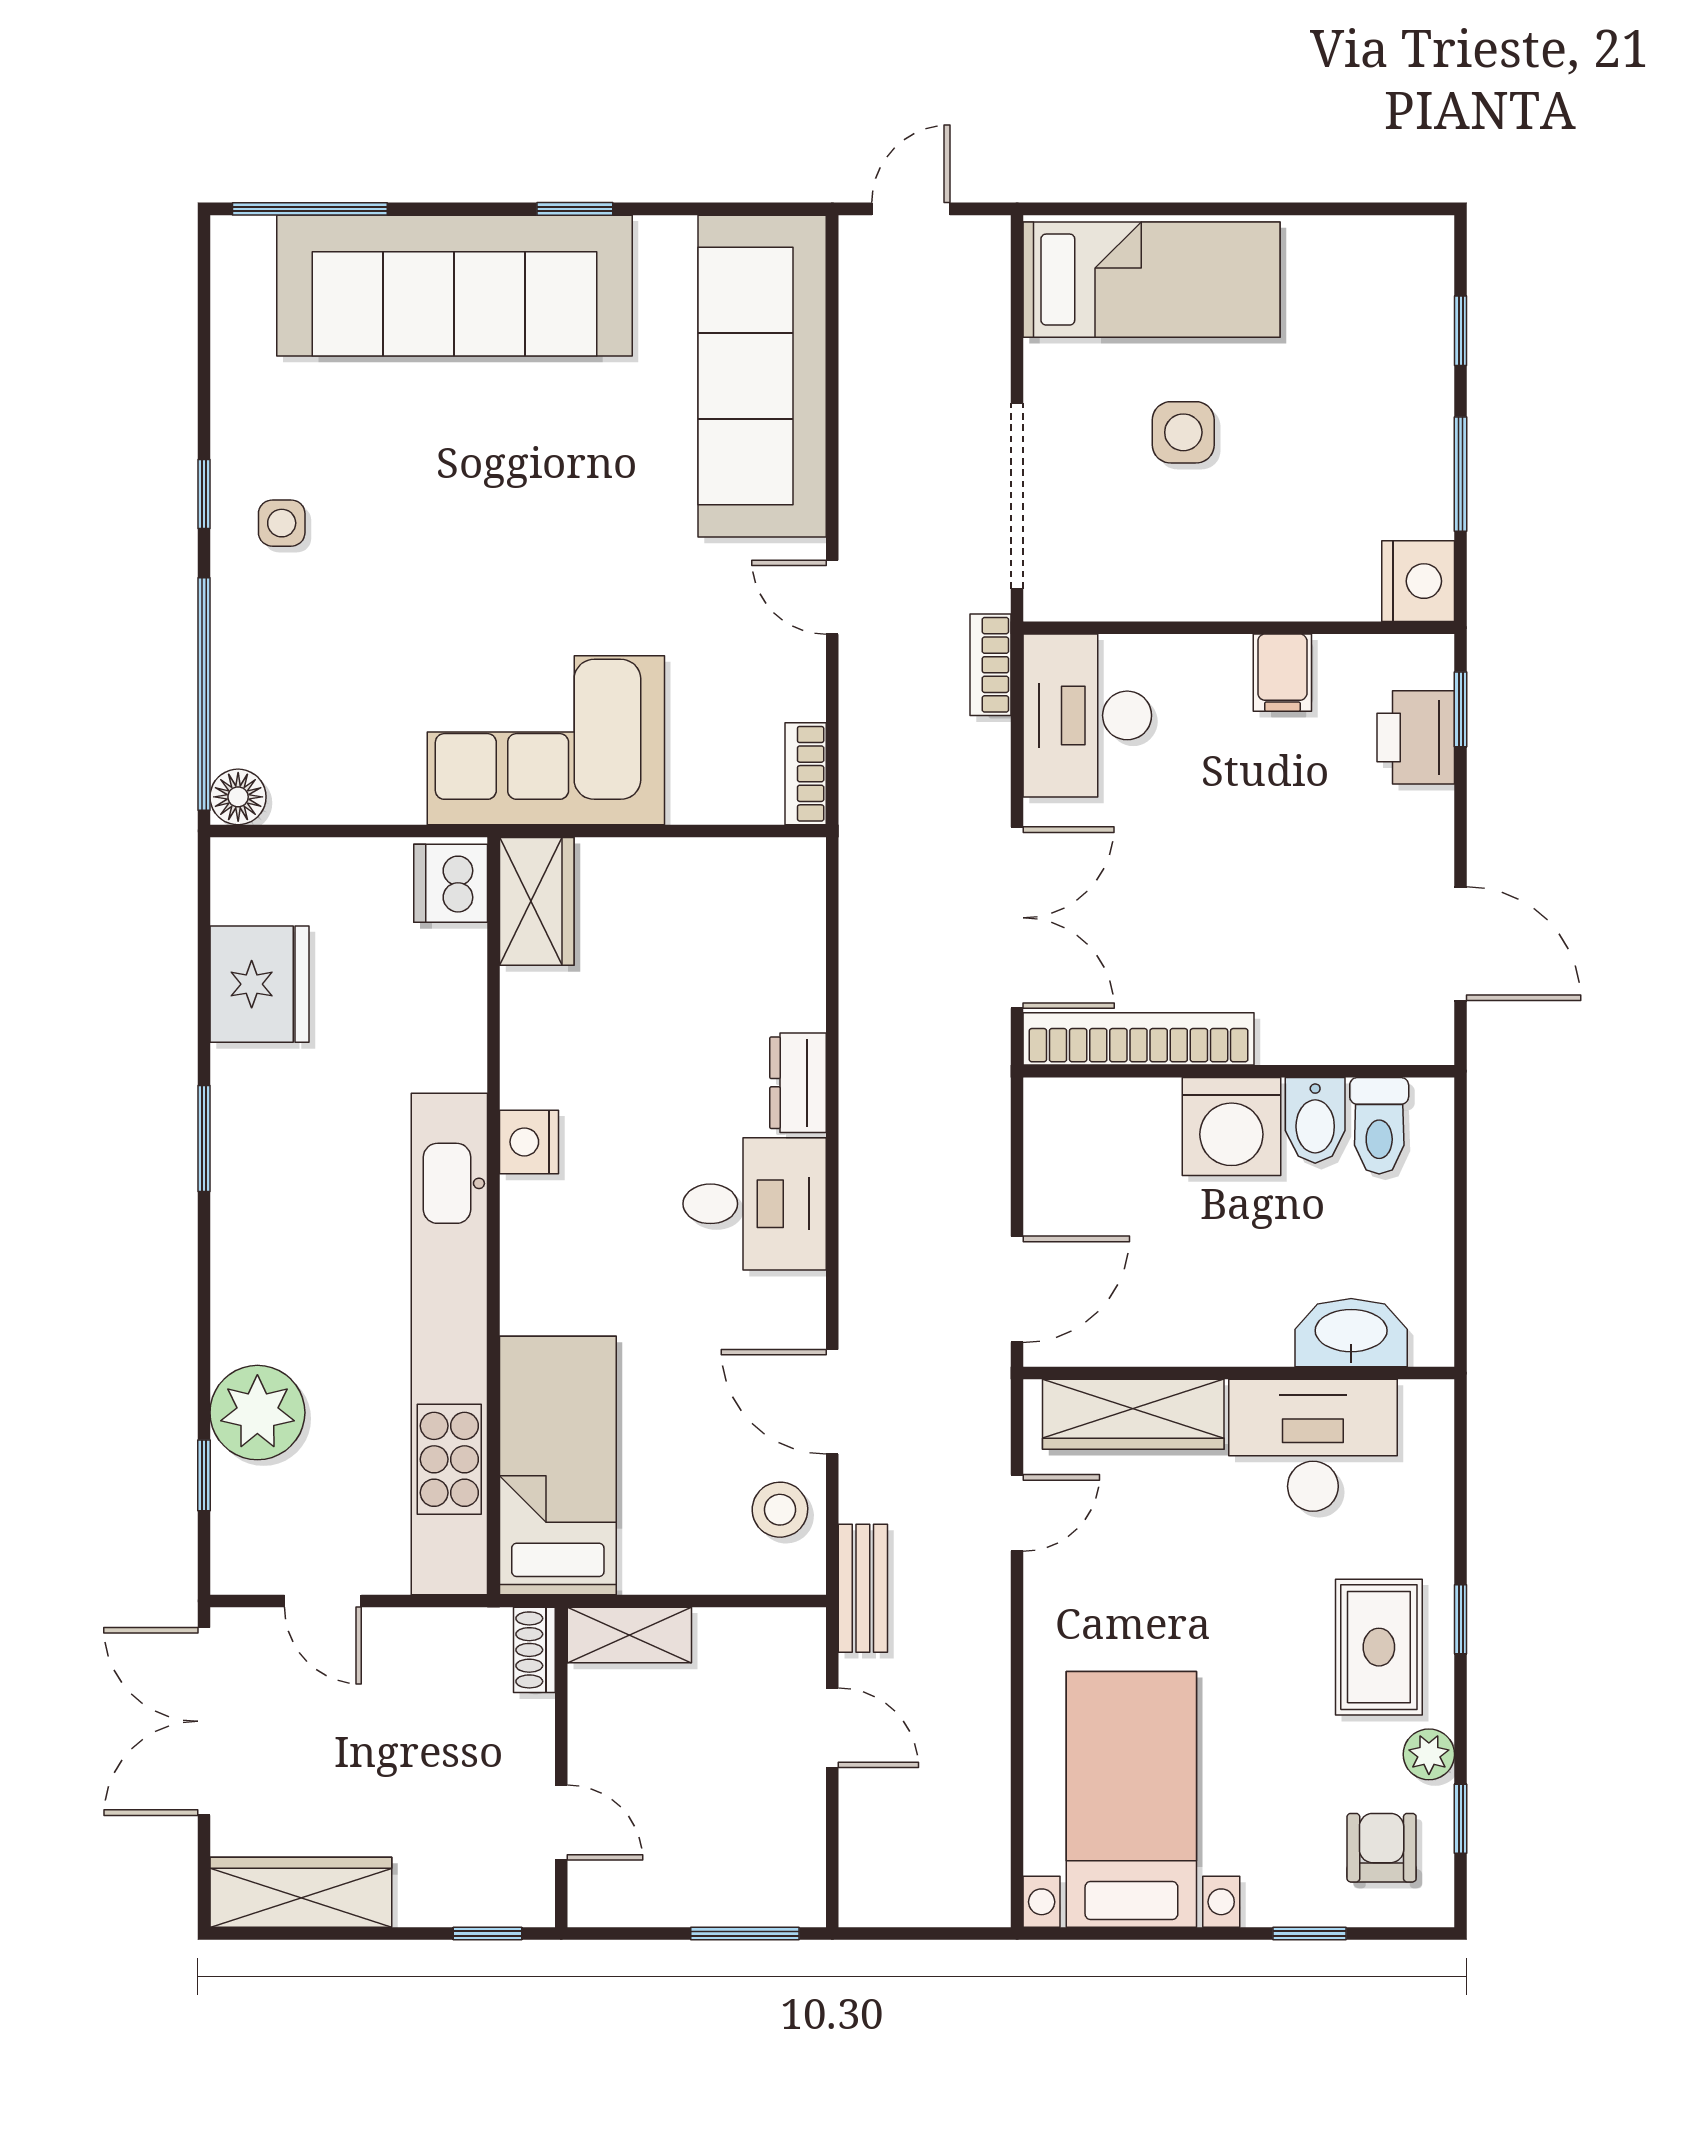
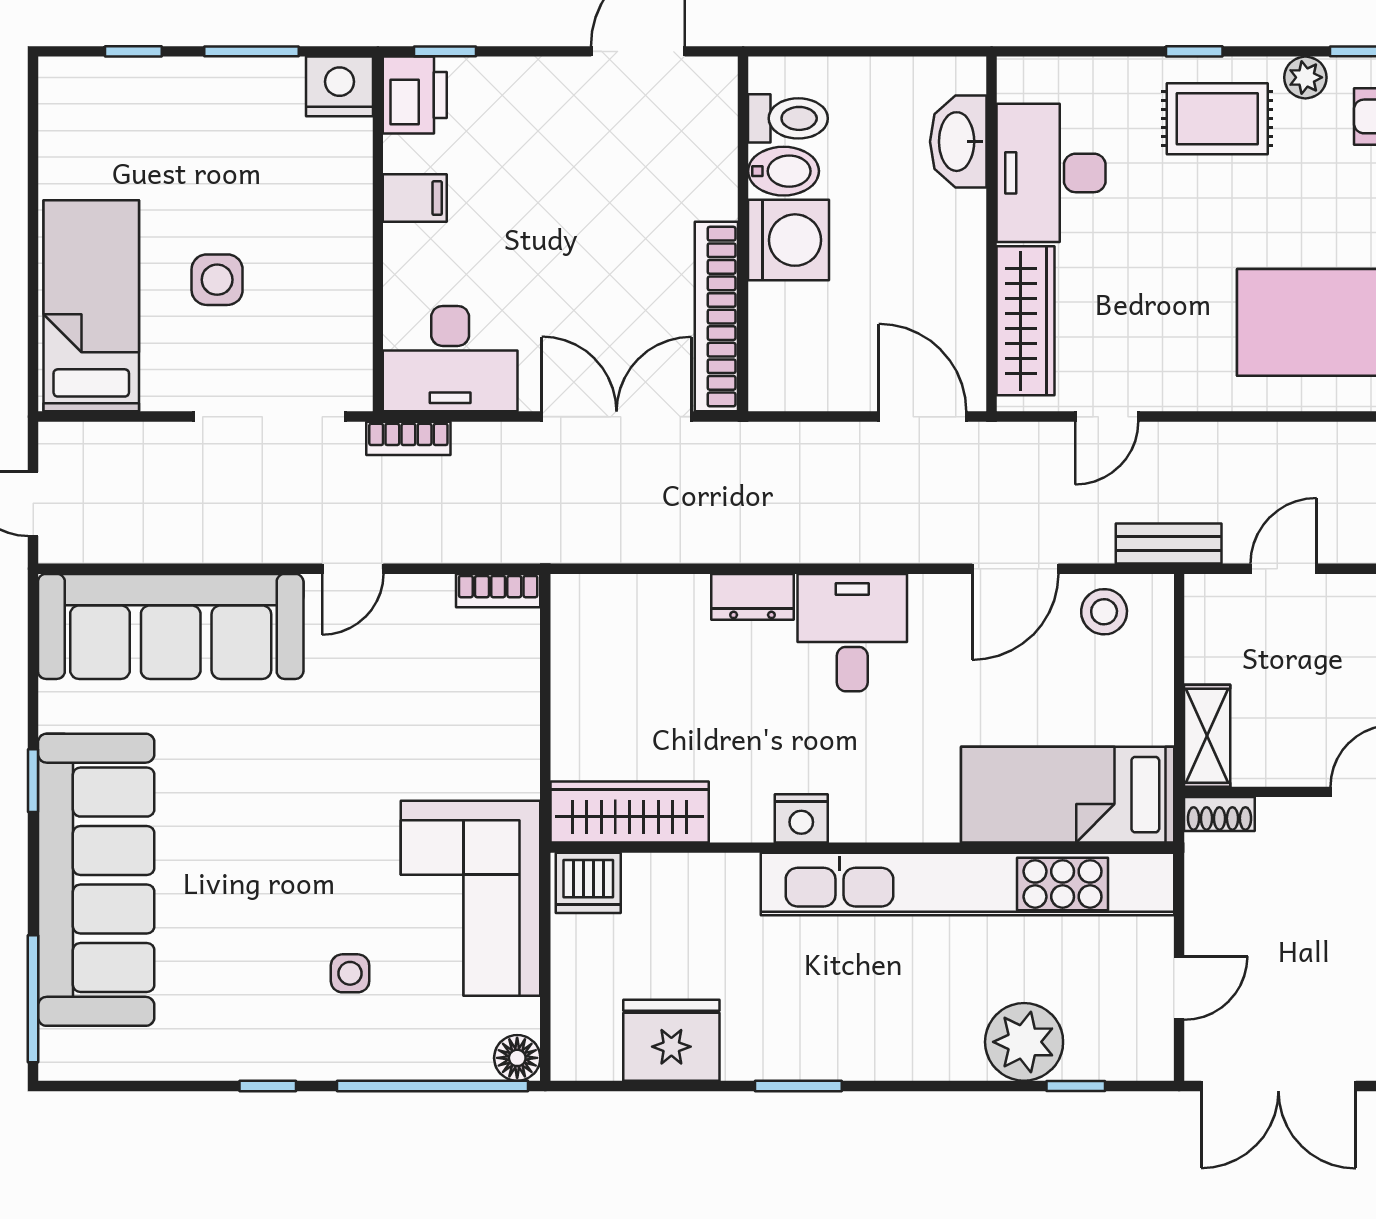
side table: (282, 523) -> (350, 973), moved
printer: (1416, 737) -> (415, 95), moved, turned -90
corner sofa: (546, 740) -> (471, 898), moved
wardrobe: (537, 901) -> (630, 812), width x1.50
door: (1017, 1513) -> (1107, 417), swing flipped

